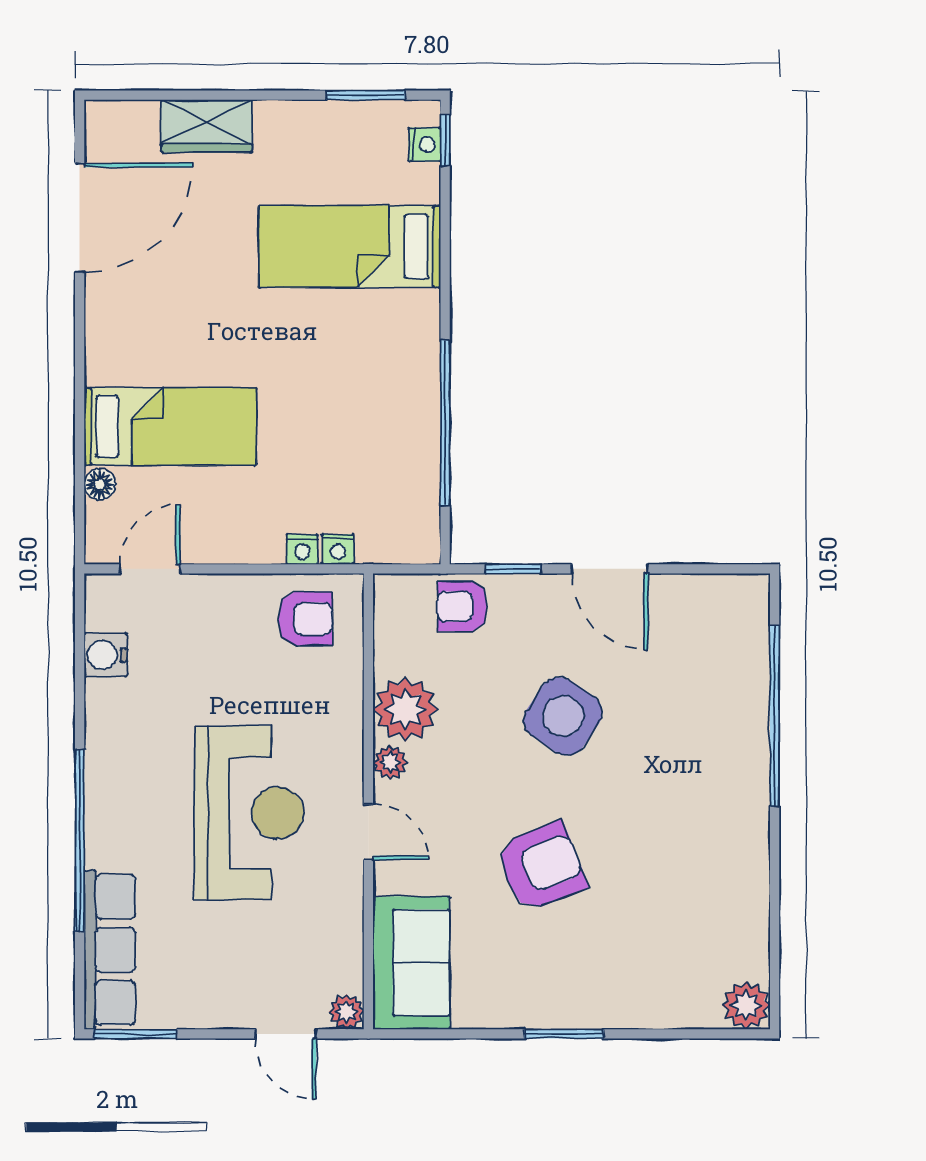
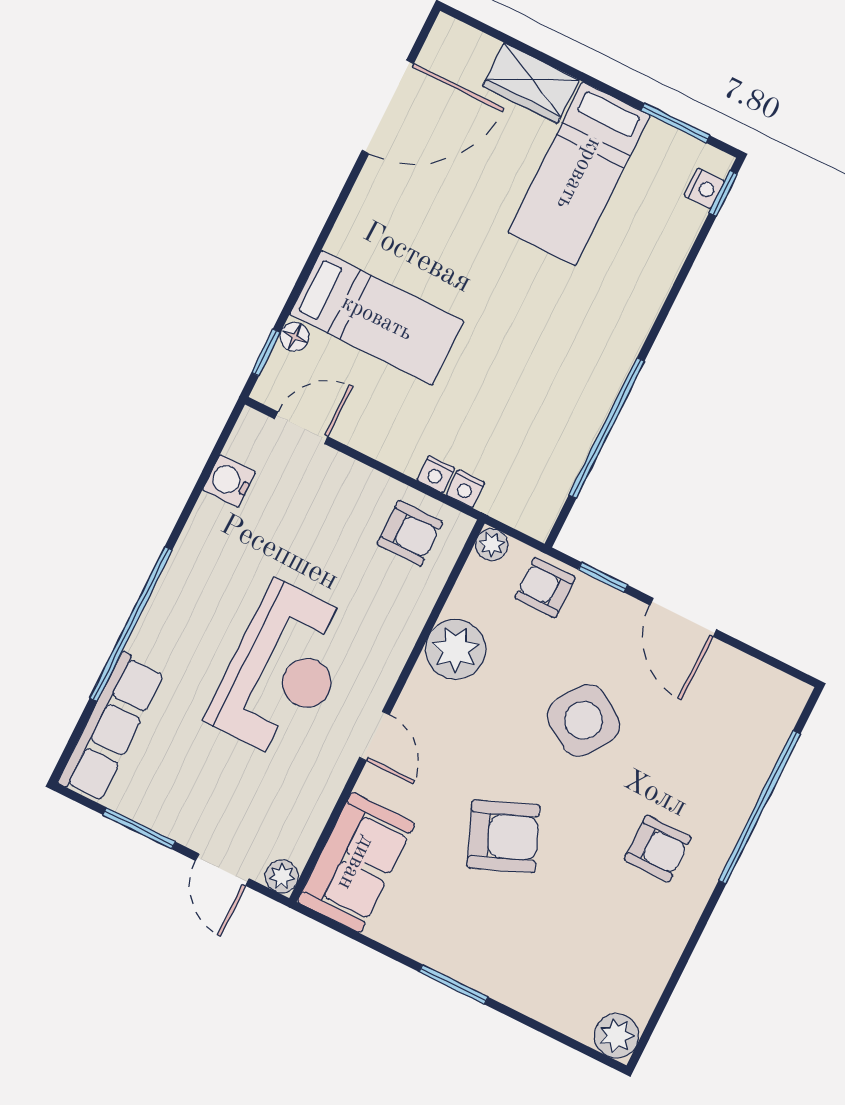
bed: (350, 247) -> (579, 174), moved, turned -90
window: (80, 513) -> (266, 352), added
plant: (390, 762) -> (492, 545), moved
armchair: (696, 805) -> (658, 848), added
window: (135, 1034) -> (139, 828), moved

